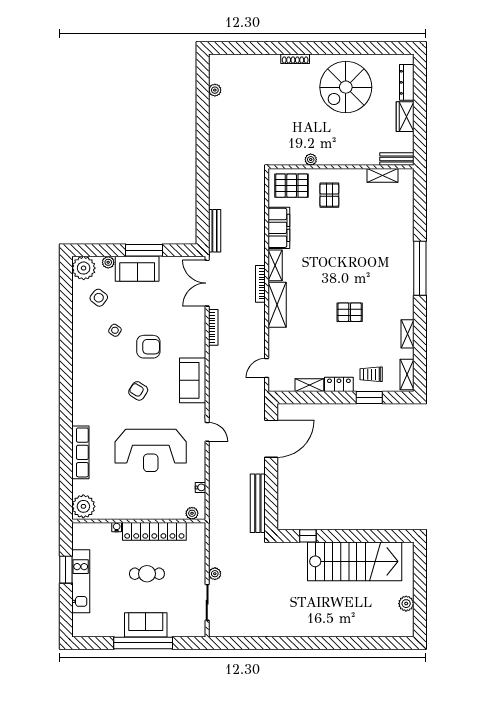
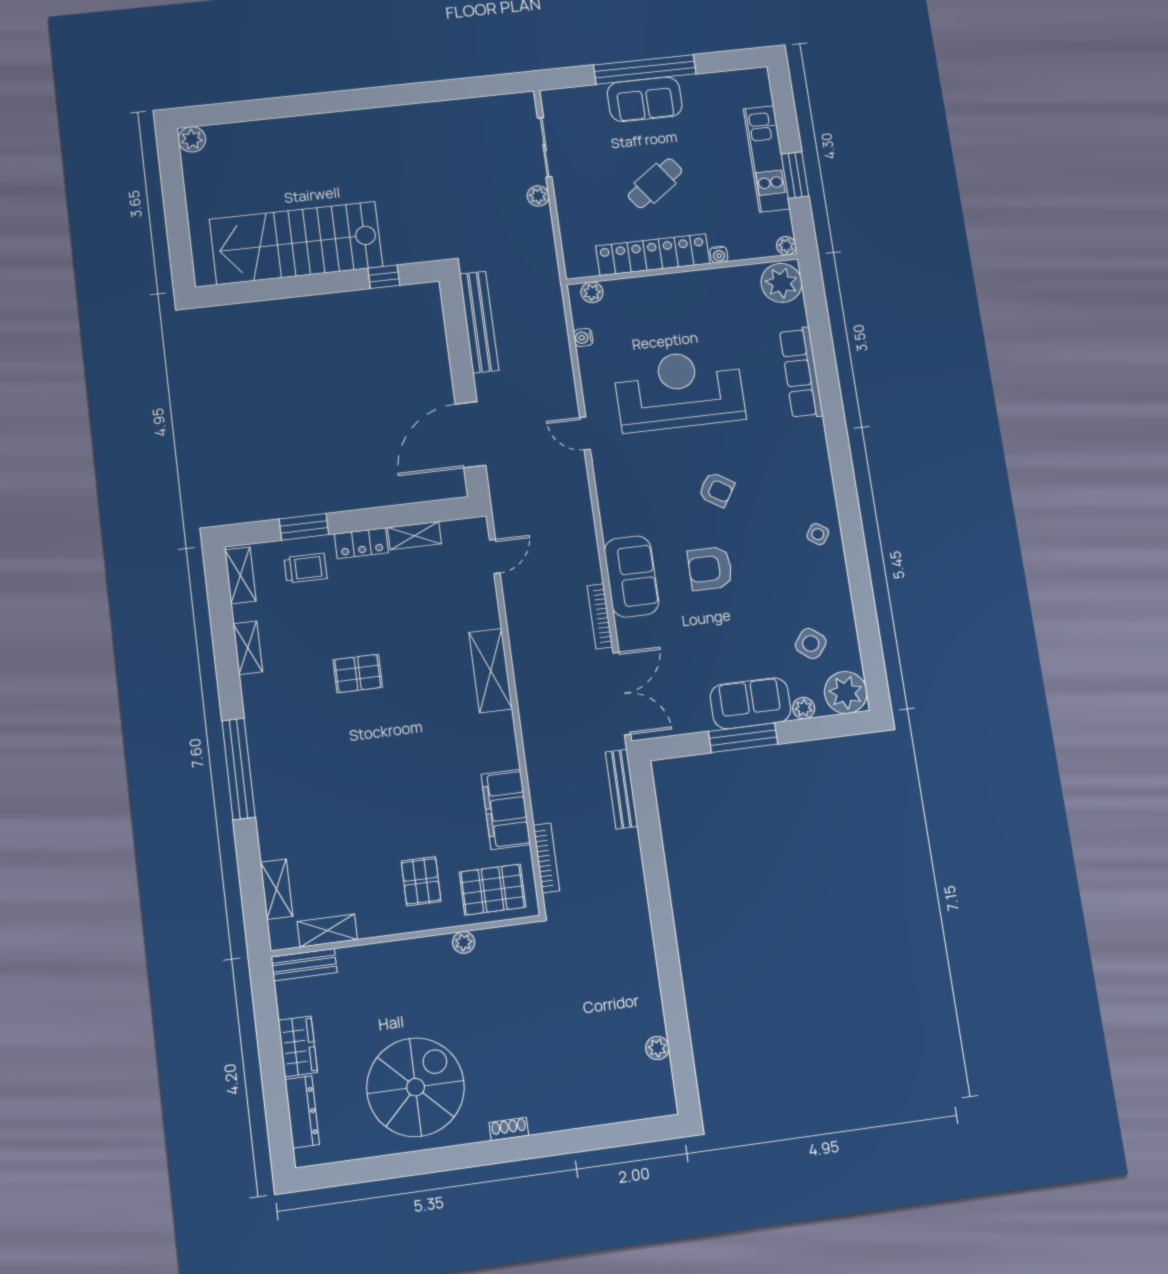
shoe rack: (295, 59) -> (509, 1129), width x0.70
shelving: (275, 265) -> (277, 889), moved
bookcase: (260, 284) -> (546, 858), moved
side table: (115, 330) -> (818, 534), moved
sofa: (193, 380) -> (632, 577), moved
plant: (77, 528) -> (786, 246), added
cafe table: (147, 574) -> (655, 183), turned -36
plant: (406, 604) -> (192, 139), moved

